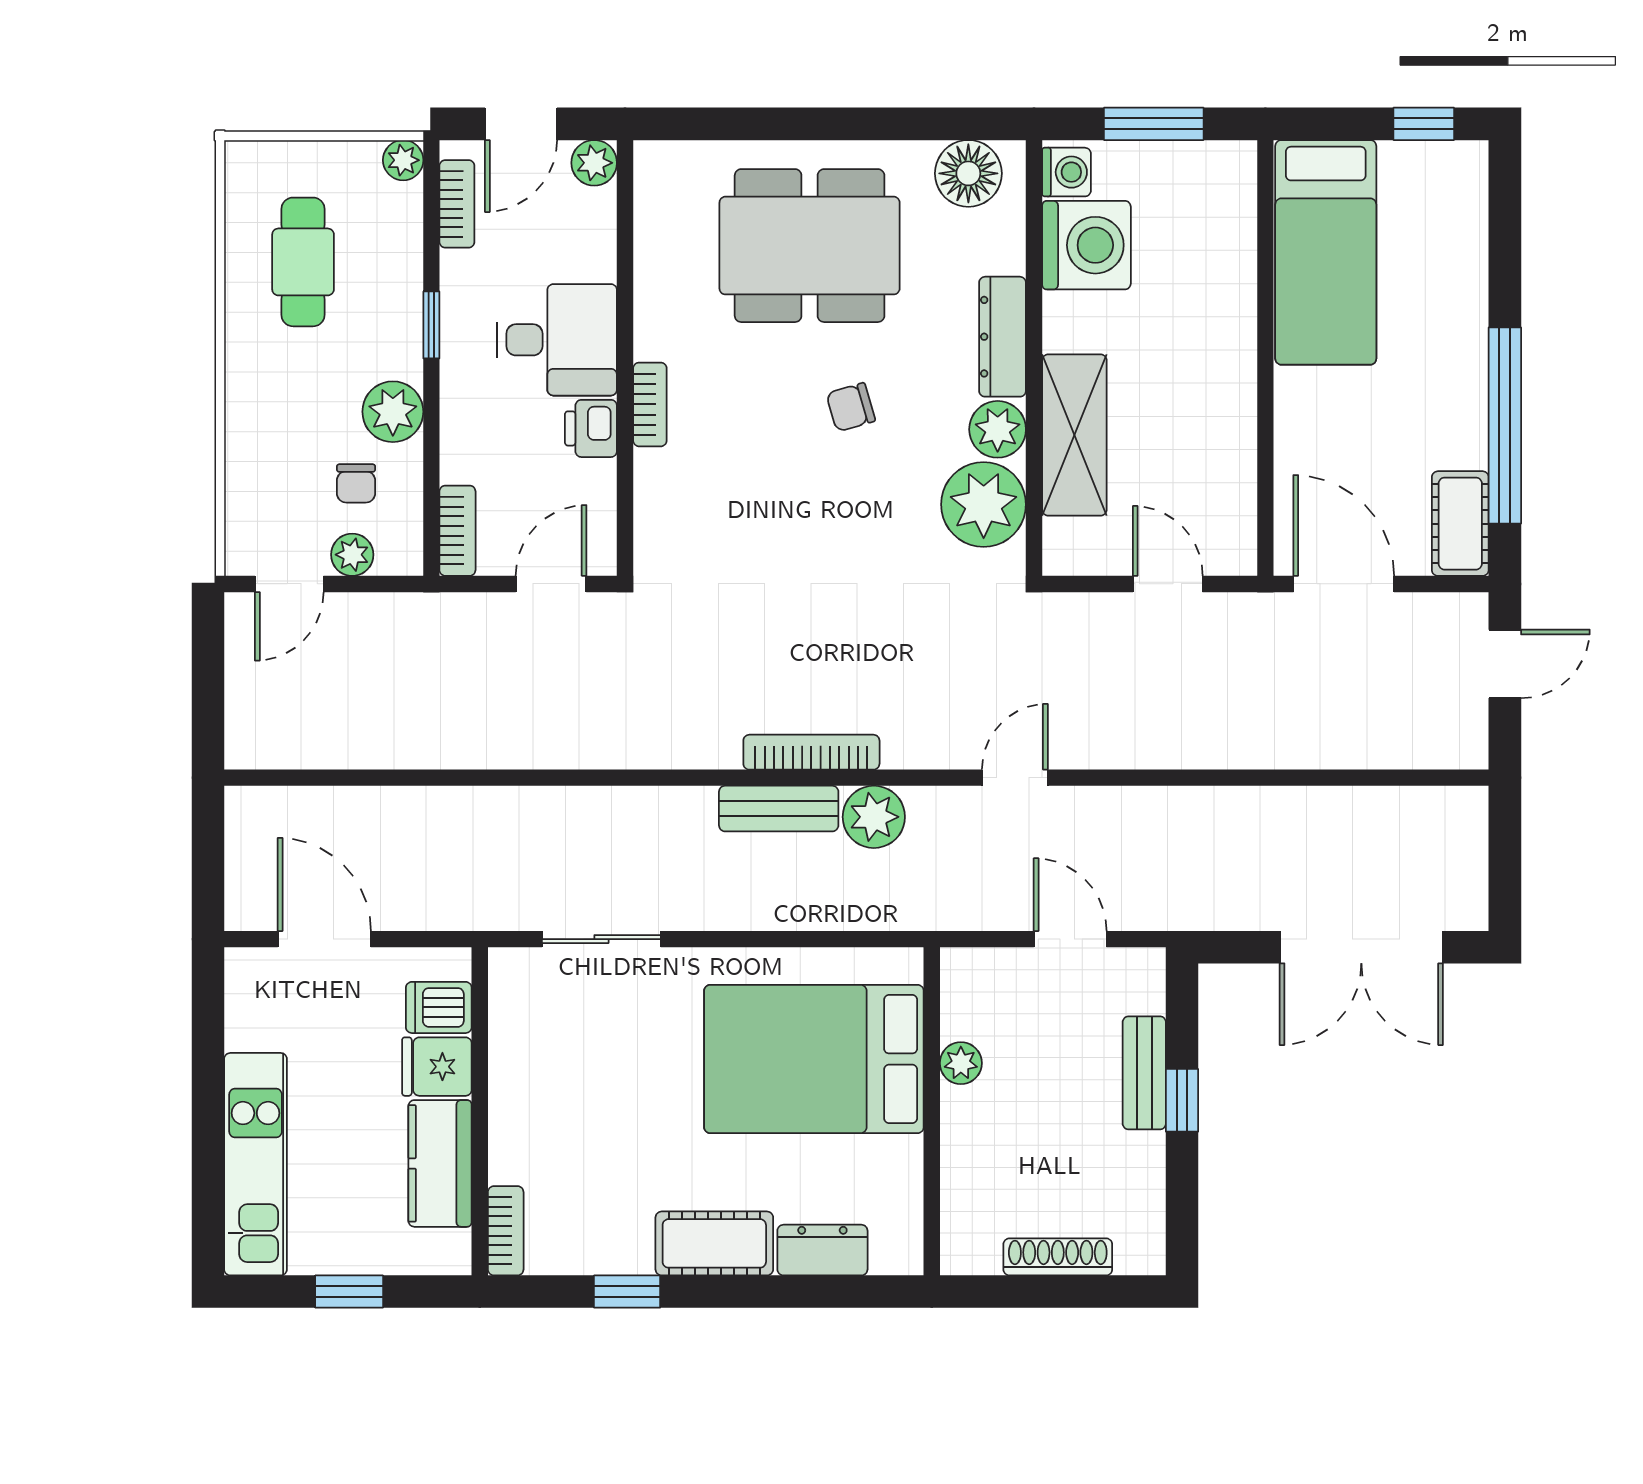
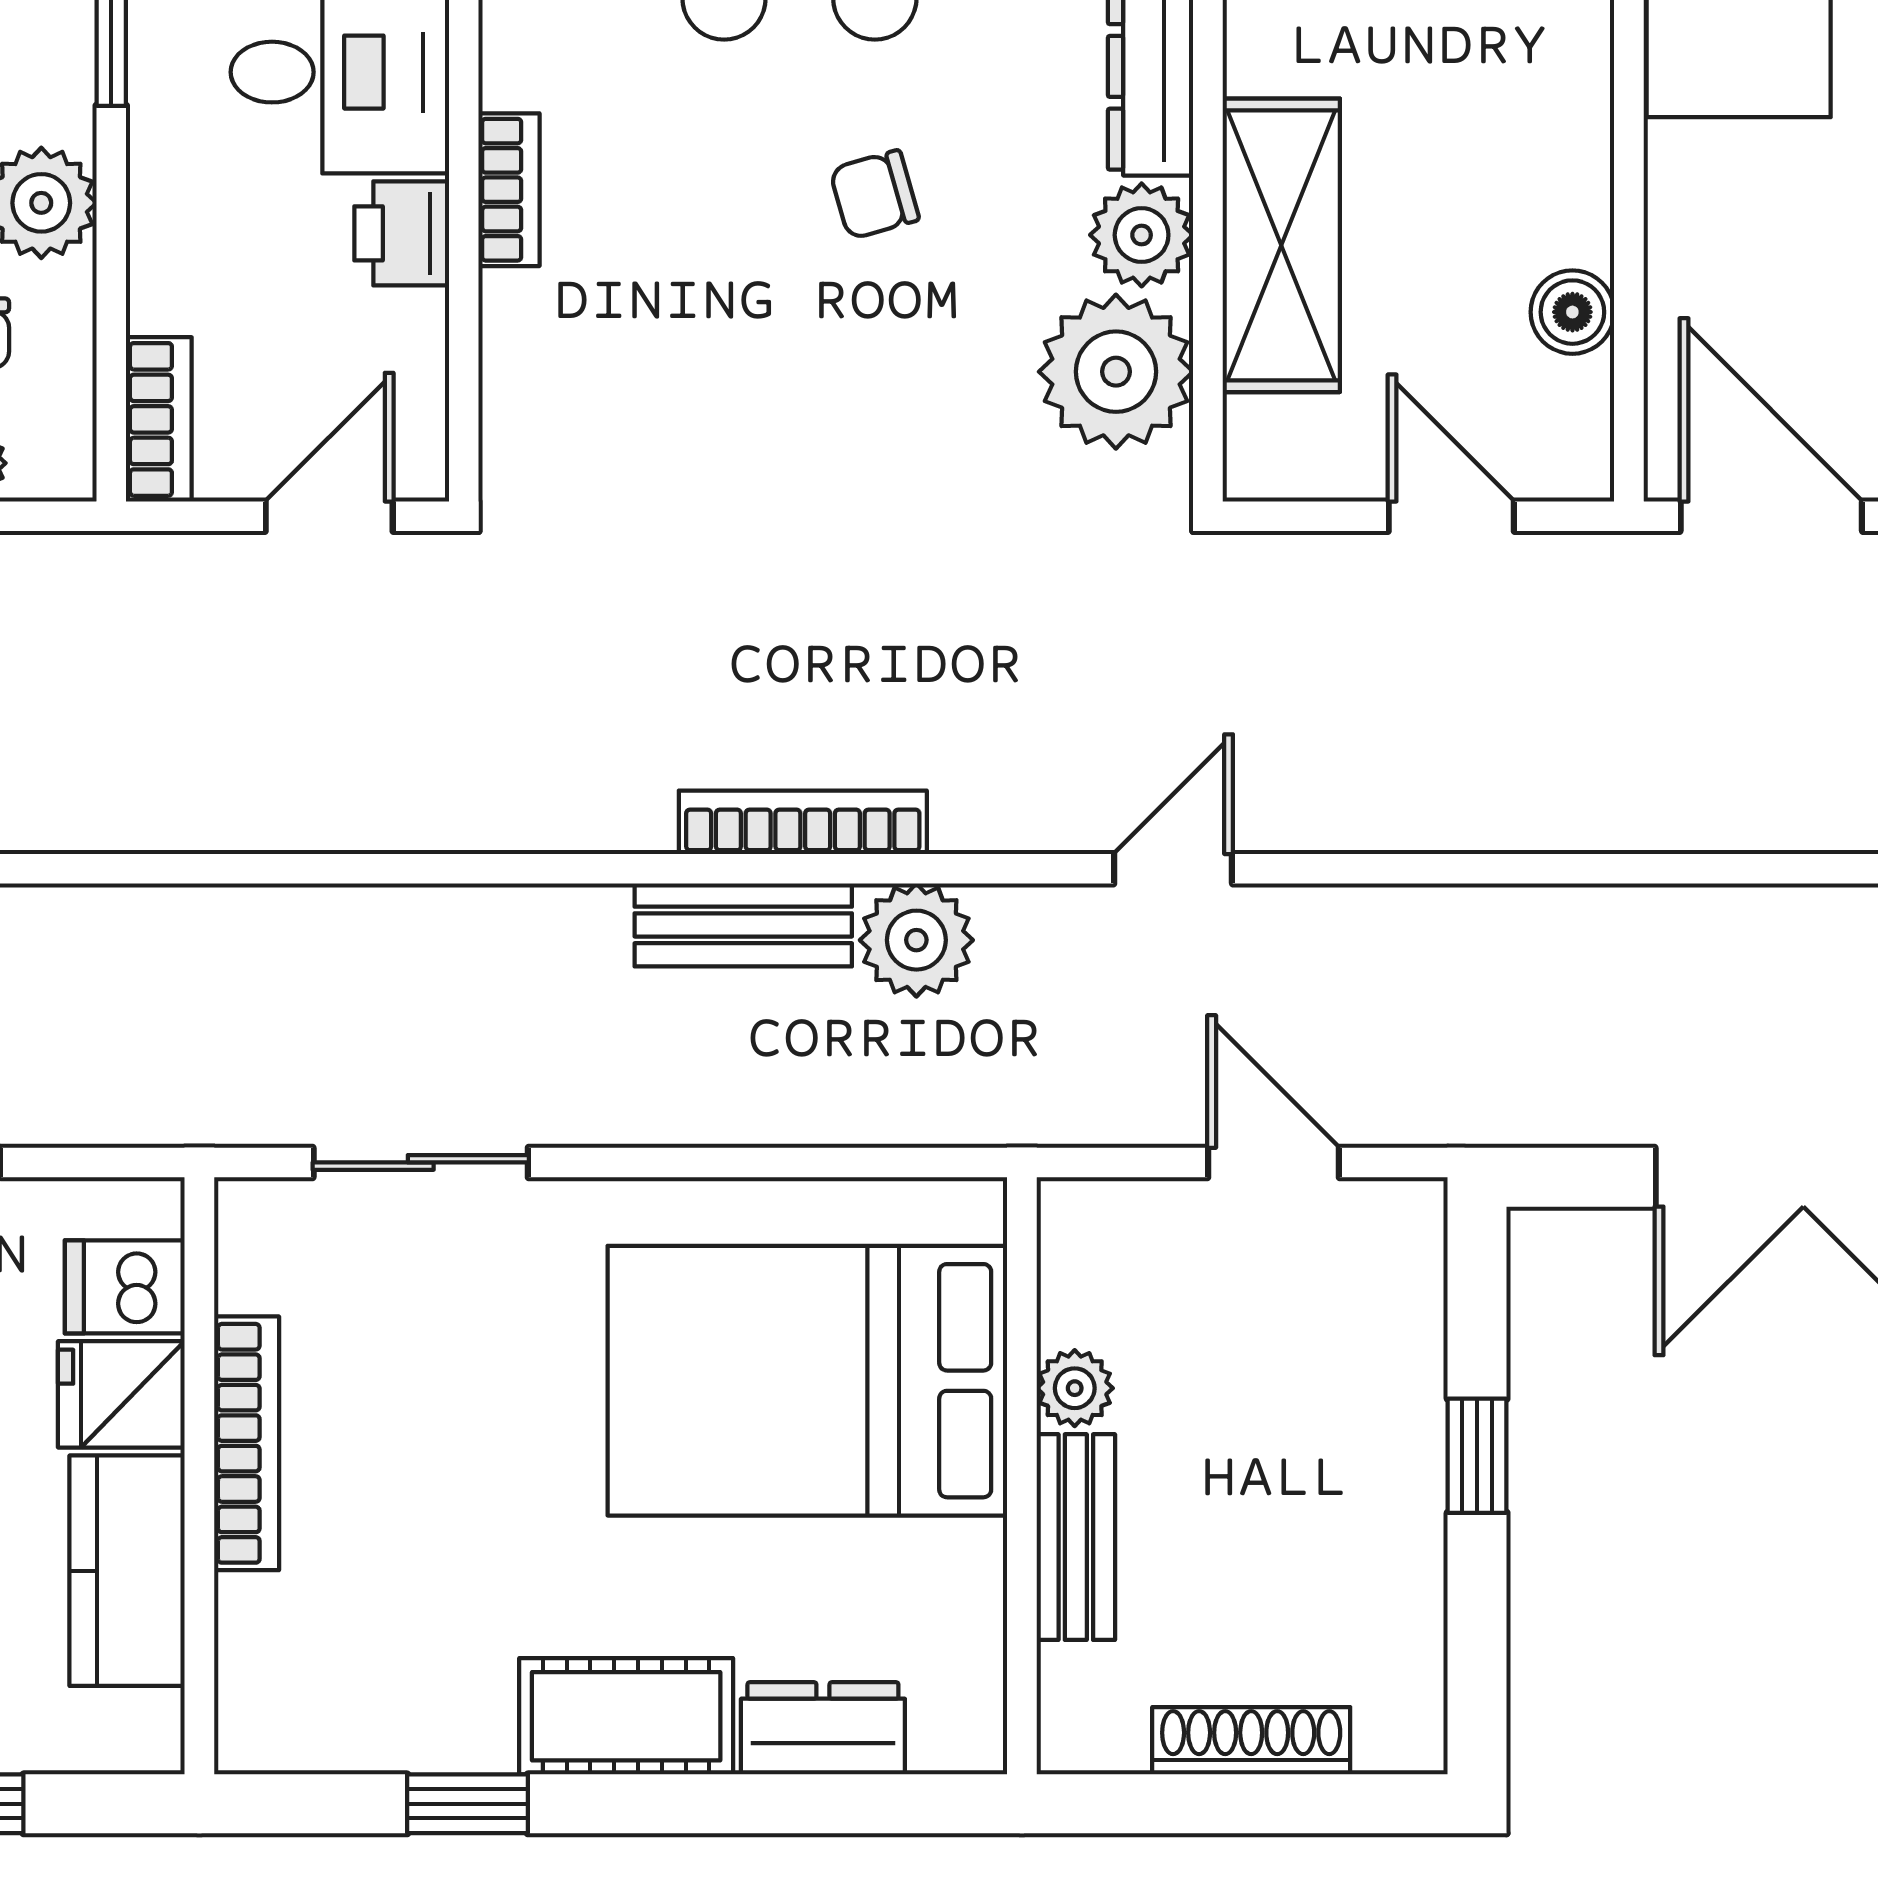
boiler: (1234, 472) -> (1572, 312), added
bench: (1144, 1073) -> (1076, 1537), moved
bookcase: (506, 1231) -> (247, 1443), moved, width x1.56

